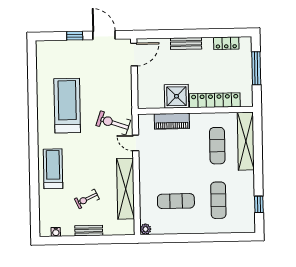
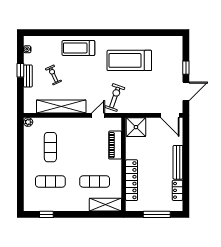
bench: (186, 43) -> (178, 162), width x1.36
shower: (176, 96) -> (136, 127), moved
treadmill: (67, 106) -> (129, 60), turned 180
shelving: (246, 141) -> (105, 205), width x0.68
treadmill: (53, 169) -> (78, 48), turned 180
window: (82, 240) -> (20, 70), added

